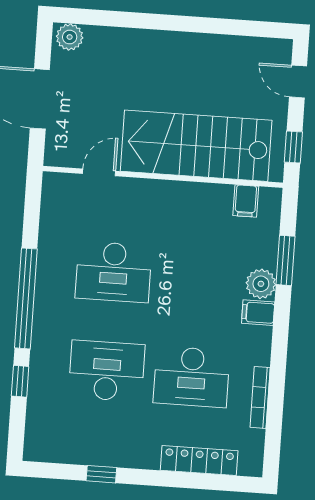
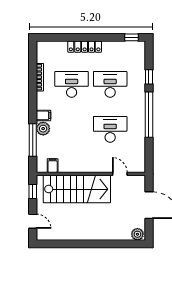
door: (99, 172) -> (120, 174), swing flipped
window: (285, 260) -> (33, 140), width x1.44
desk: (107, 371) -> (110, 84), turned 180
locker: (199, 461) -> (85, 47), moved
window: (101, 474) -> (132, 37), moved

